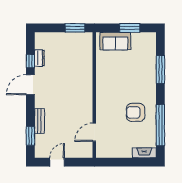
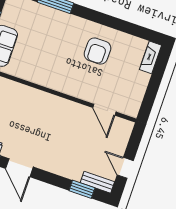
bench: (39, 121) -> (97, 182), moved
window: (160, 125) -> (123, 26), removed

